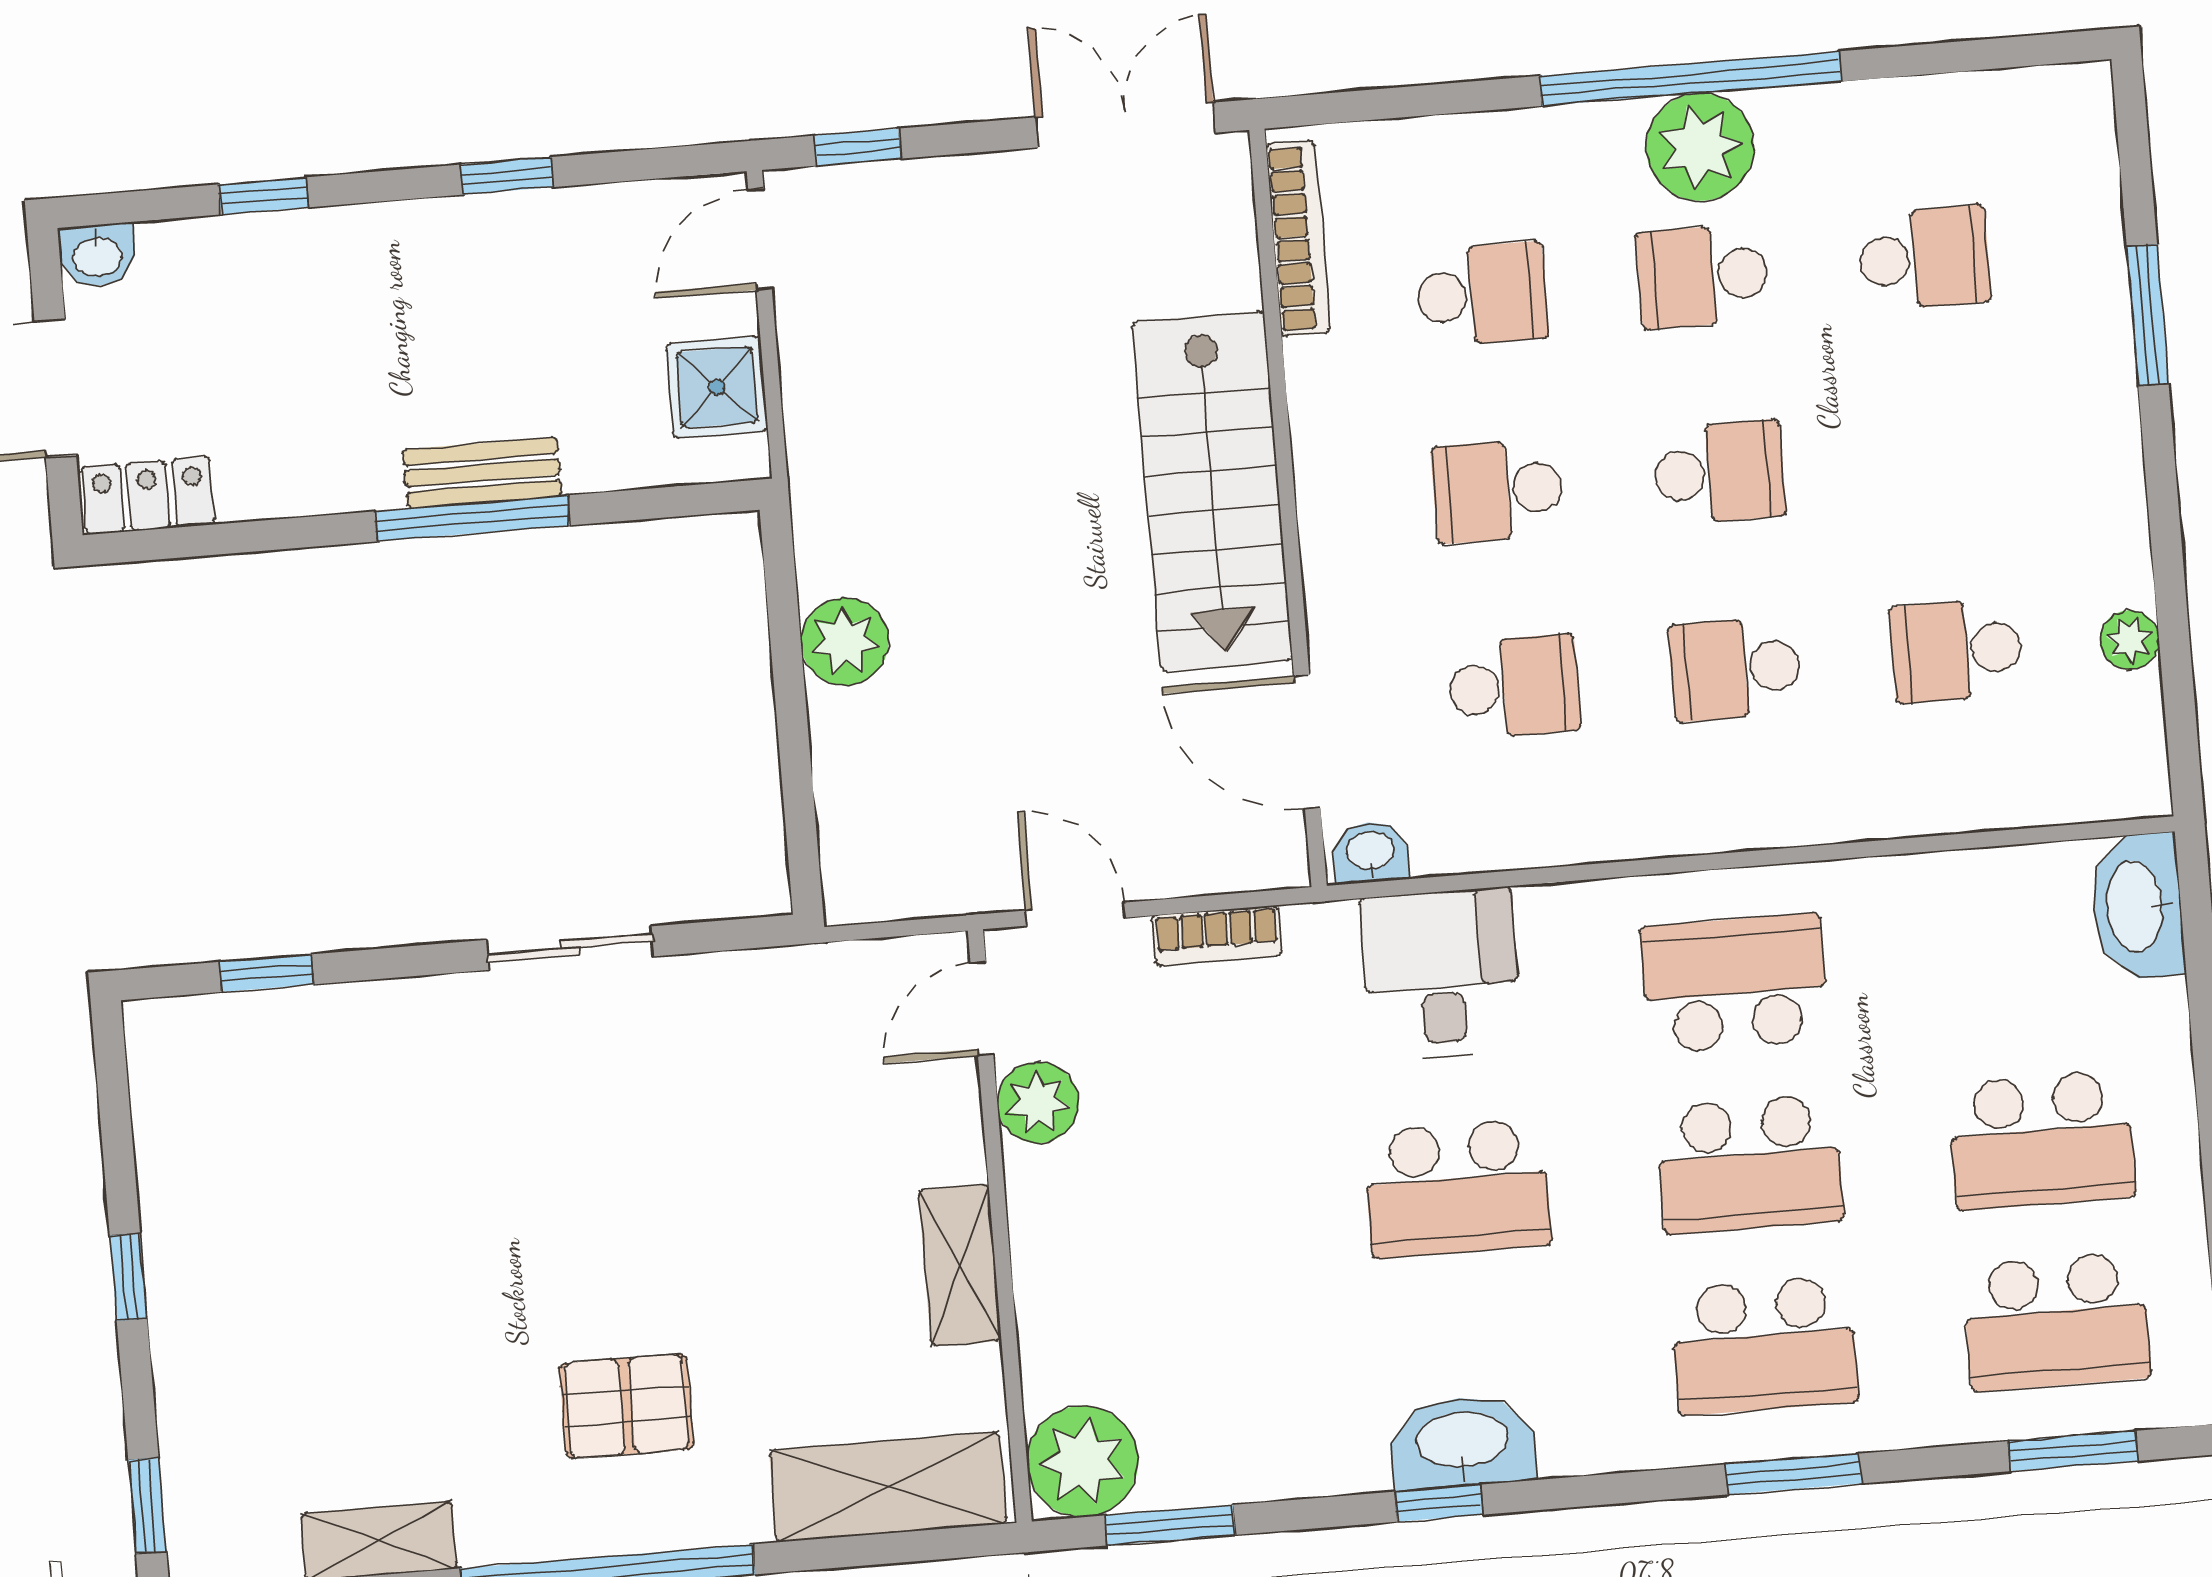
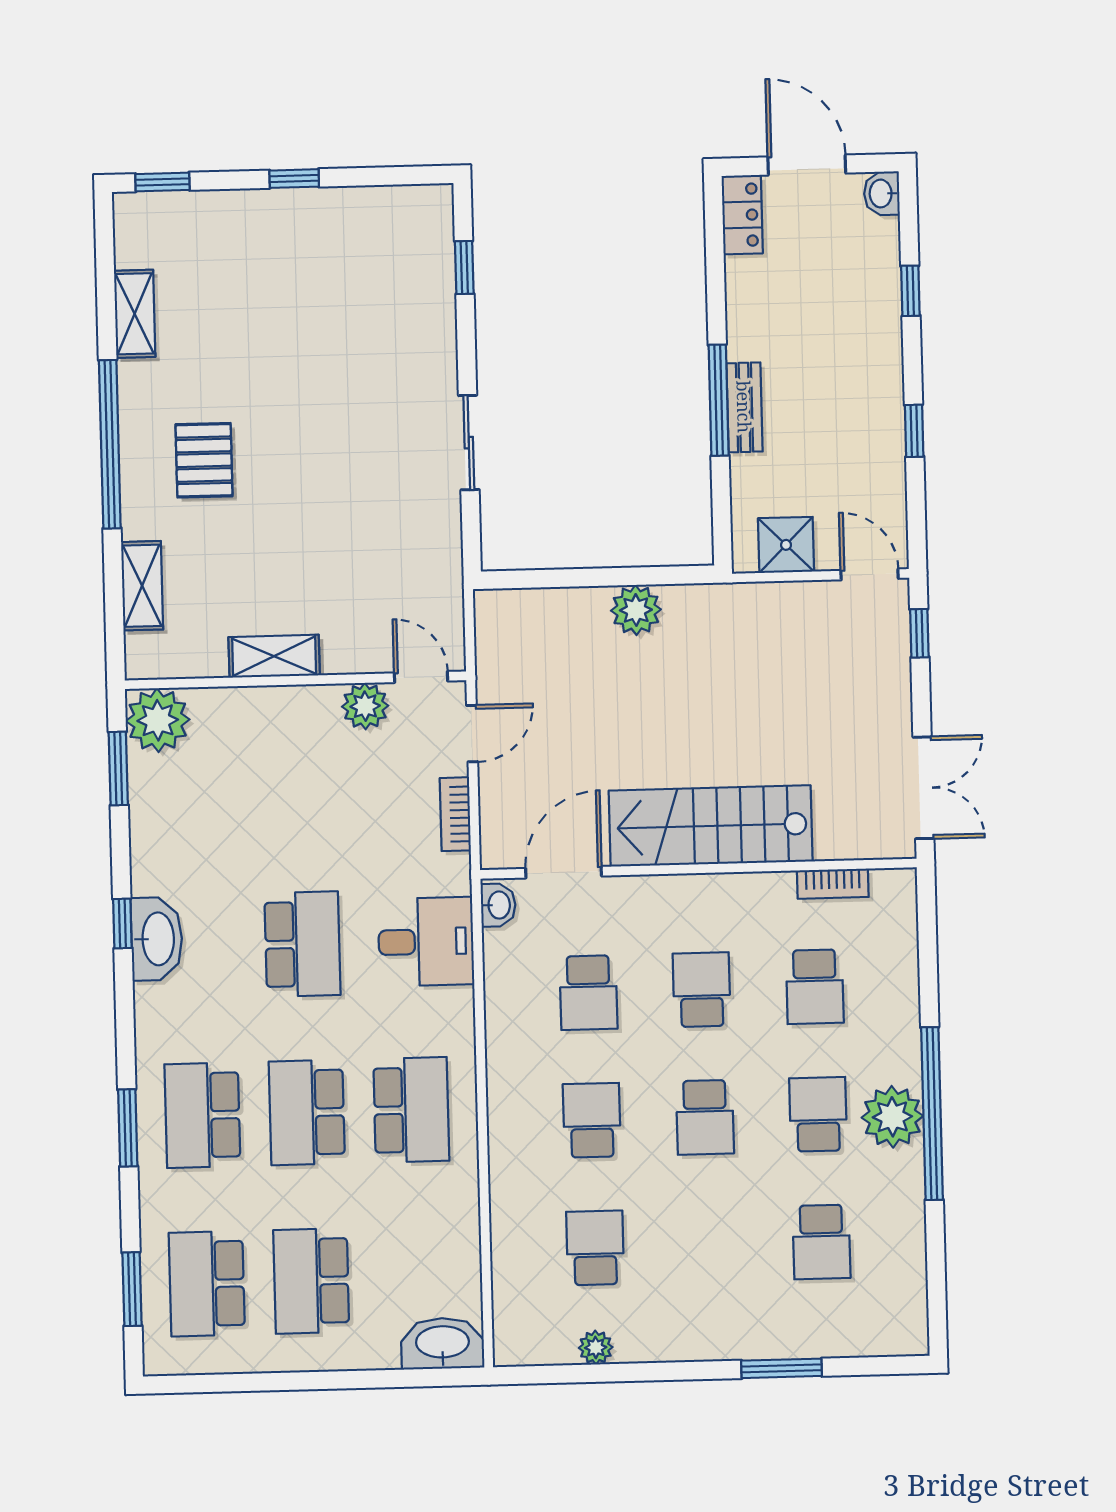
bookcase: (1298, 238) -> (833, 884), width x0.64
school desk: (1457, 1188) -> (302, 944), turned 180
shelving: (888, 1487) -> (142, 586), width x0.67, depth x0.75

